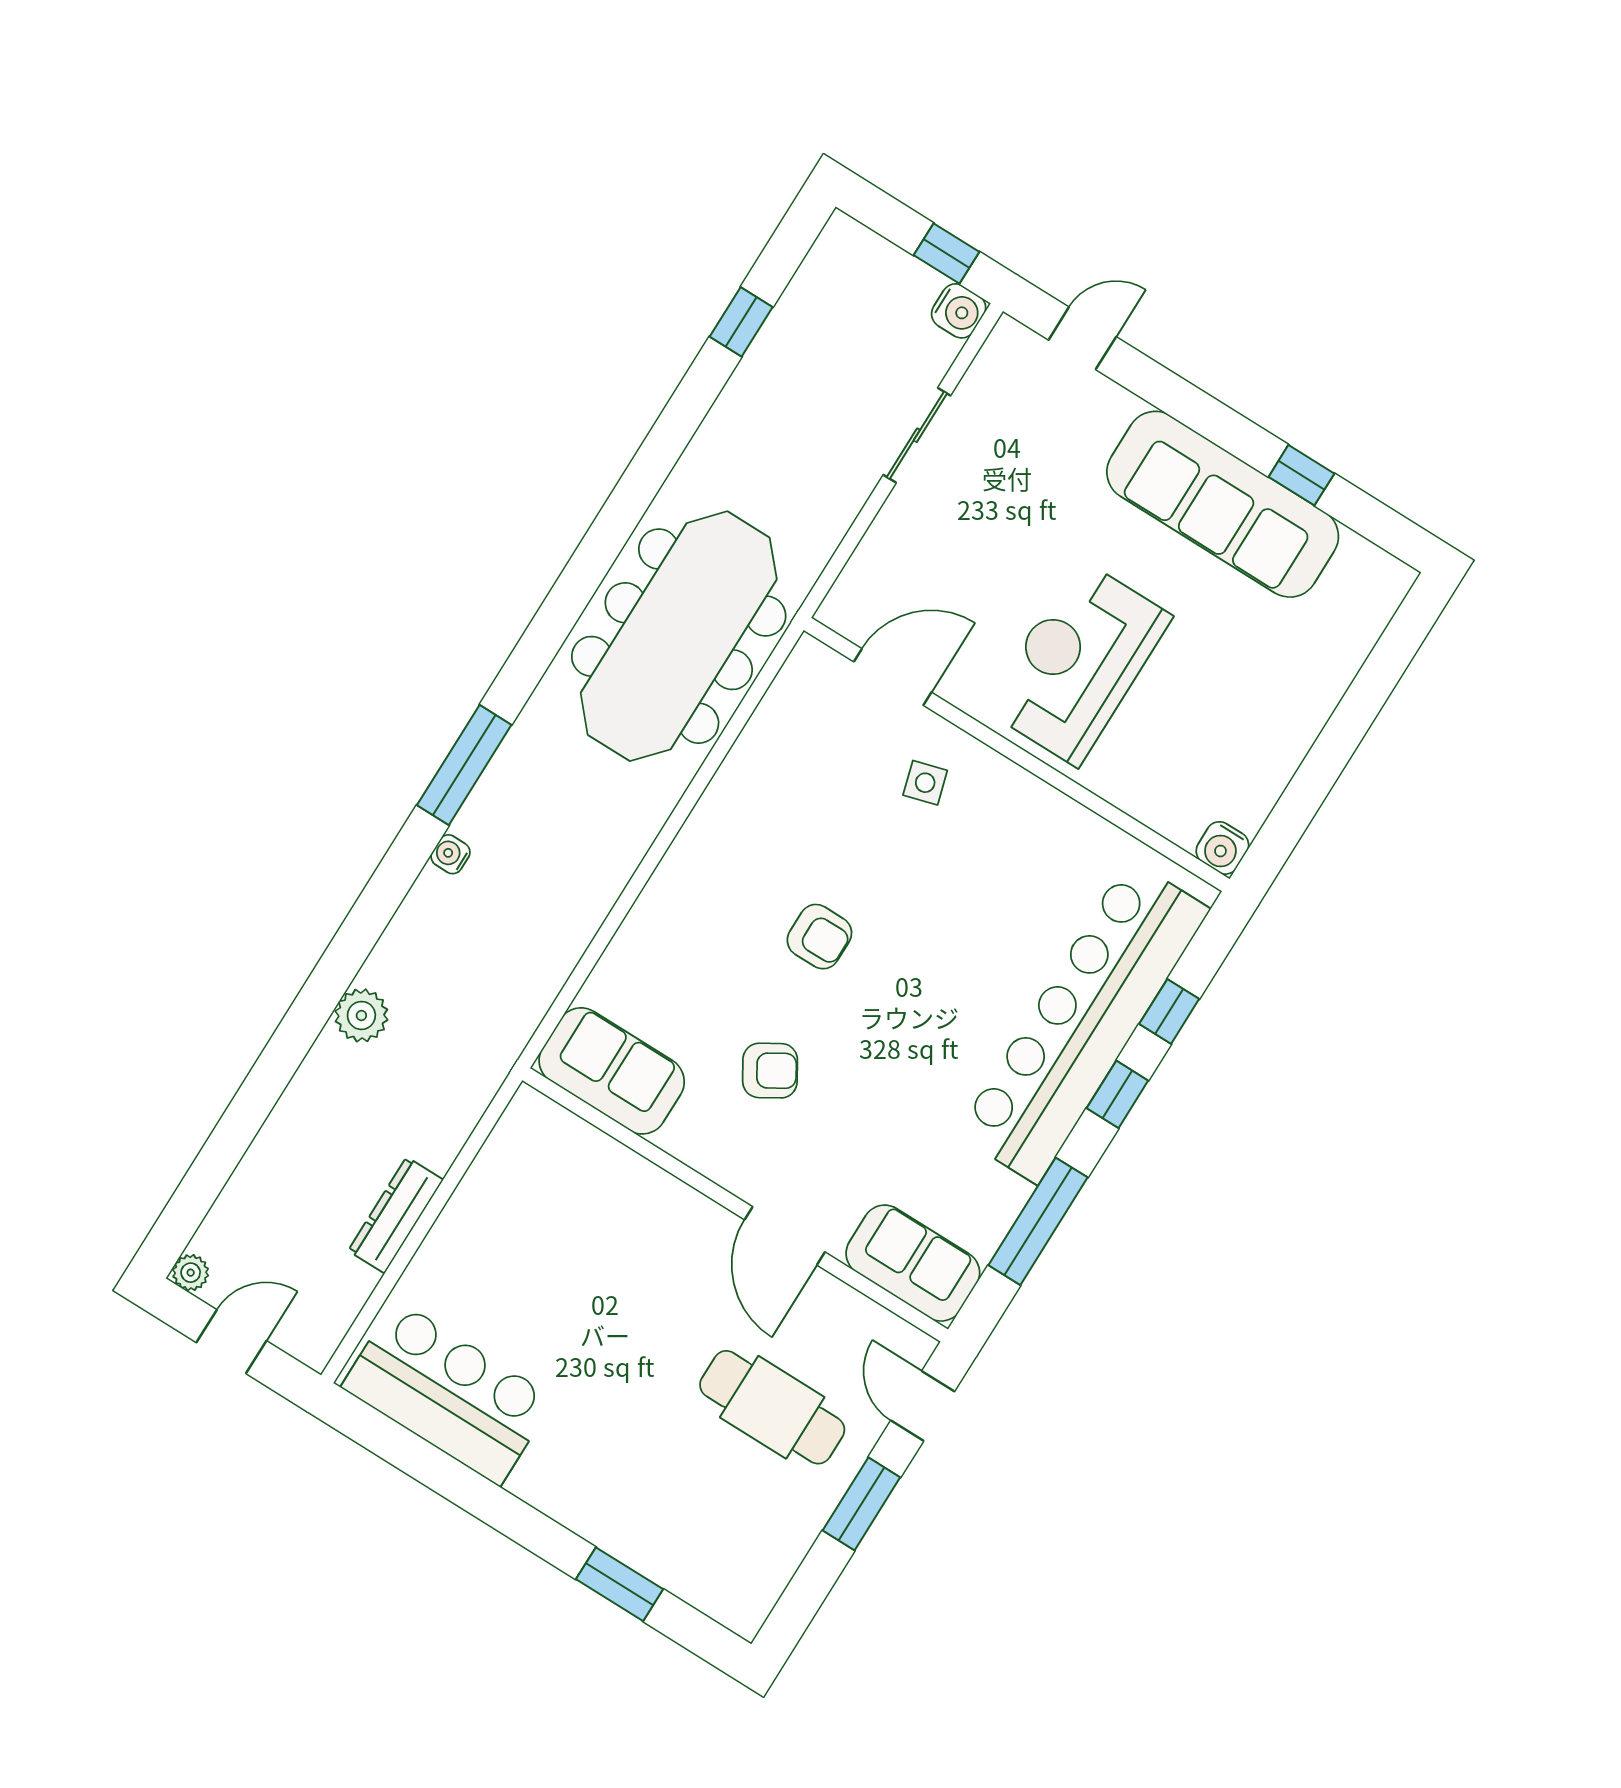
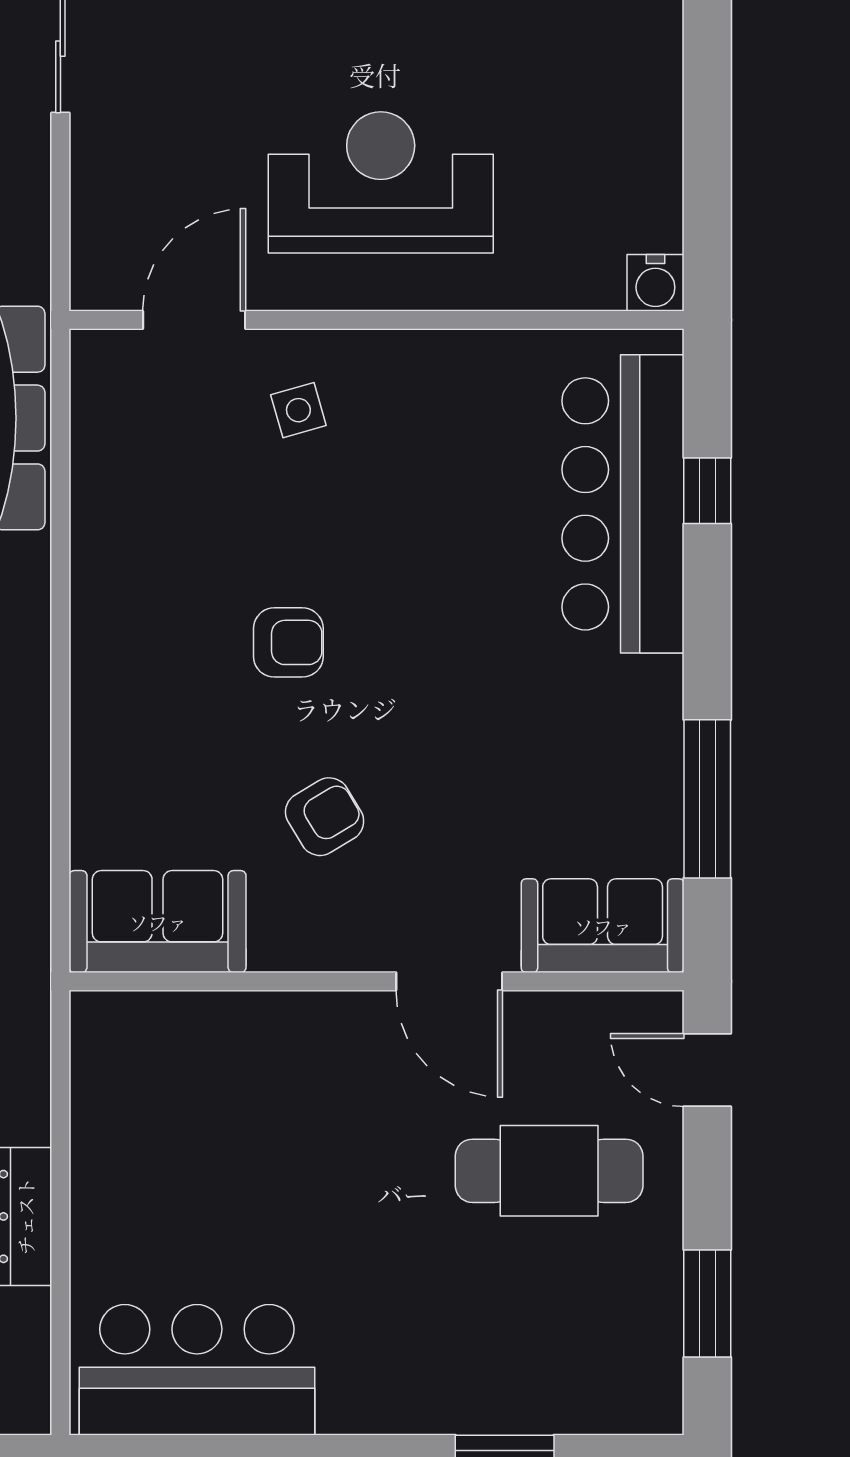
reception desk: (1078, 663) -> (381, 182), turned 90
bar counter: (1083, 1021) -> (623, 504), width x0.73
window: (1117, 1094) -> (707, 612), removed
window: (861, 1504) -> (707, 1304), moved

